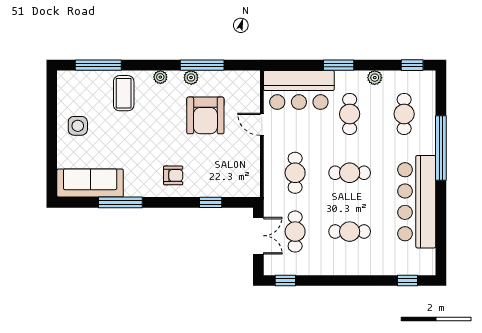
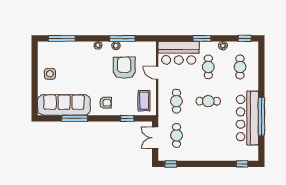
coffee table: (124, 93) -> (144, 101), moved
armchair: (205, 115) -> (124, 68), turned 180
window: (441, 148) -> (261, 116), moved
sofa: (90, 183) -> (64, 105), width x1.36, depth x1.27
cafe table: (350, 232) -> (208, 135), removed
double door: (258, 236) -> (155, 138), swing flipped

